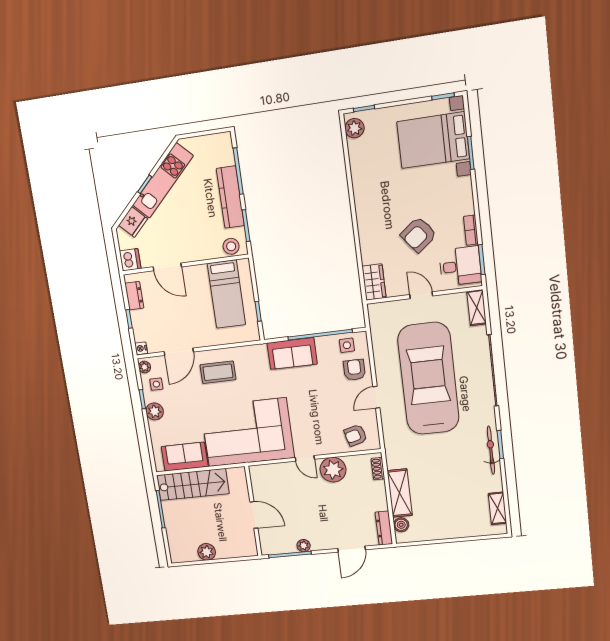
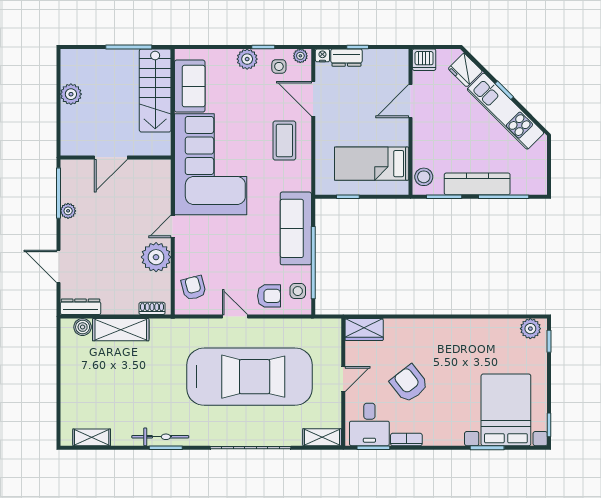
dresser: (134, 296) -> (346, 58), moved
sofa: (292, 353) -> (296, 228), width x1.36

